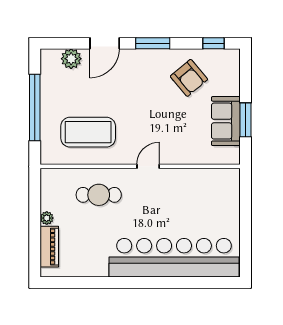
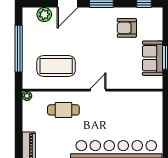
armchair: (189, 78) -> (127, 28), turned 130
plant: (47, 218) -> (27, 96), moved

